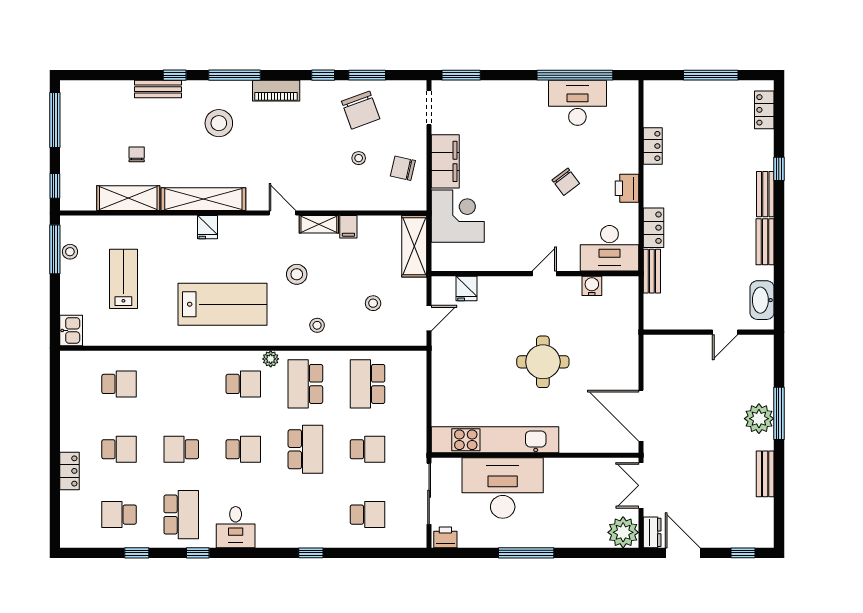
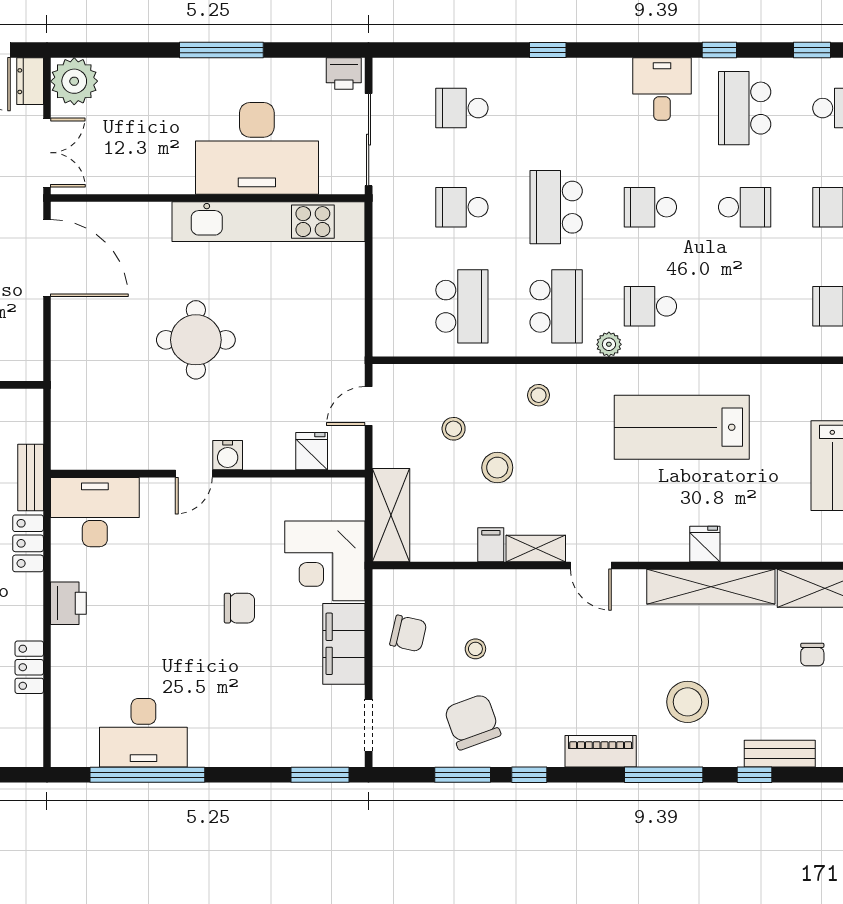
chair: (566, 182) -> (239, 608), moved, turned 127
stool: (297, 274) -> (497, 468), moved
water cooler: (592, 286) -> (228, 455), moved

